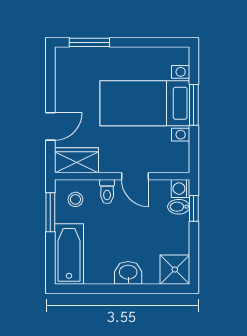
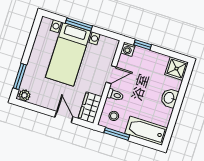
plant: (64, 58) -> (24, 95), added
bidet: (179, 207) -> (139, 54), removed

